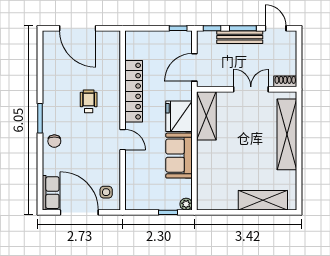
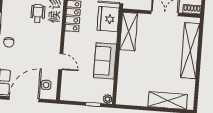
fridge: (179, 116) -> (108, 19), moved
door: (123, 140) -> (61, 62), moved
door: (79, 212) -> (24, 99), hinge flipped

